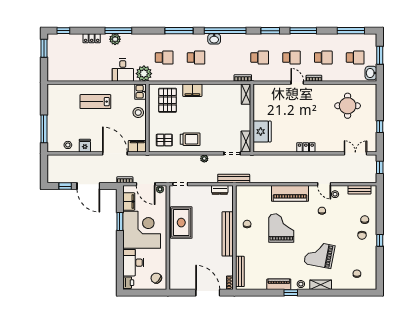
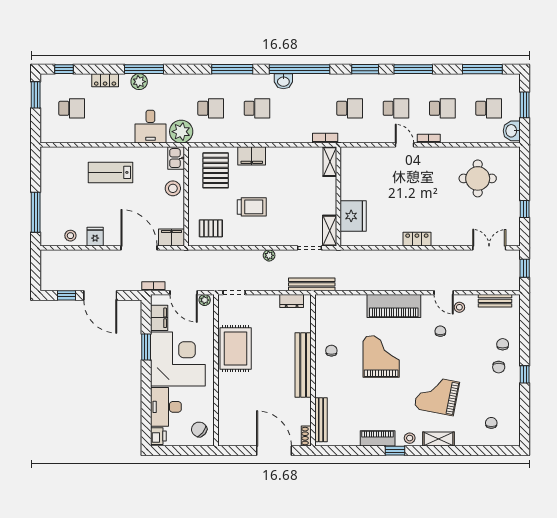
school desk: (69, 58) -> (72, 108), added
trolley: (190, 139) -> (252, 207), moved

